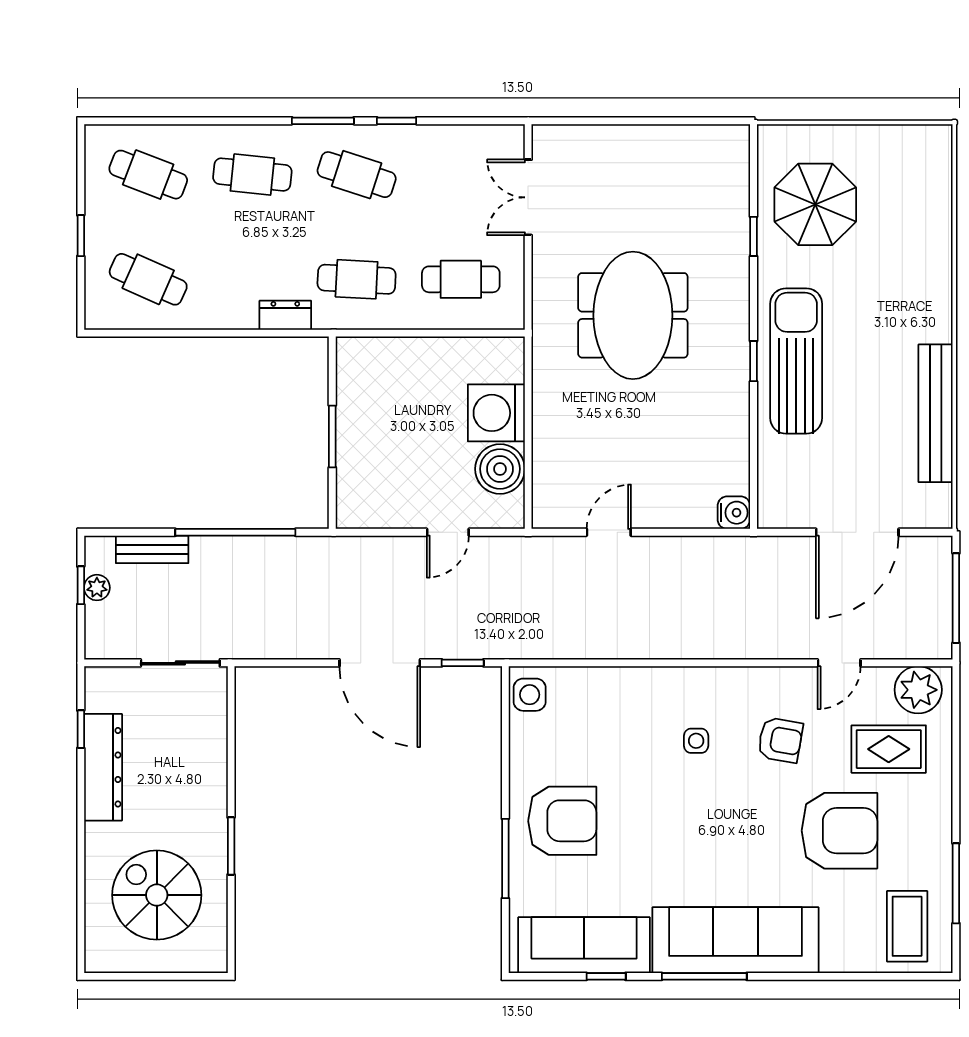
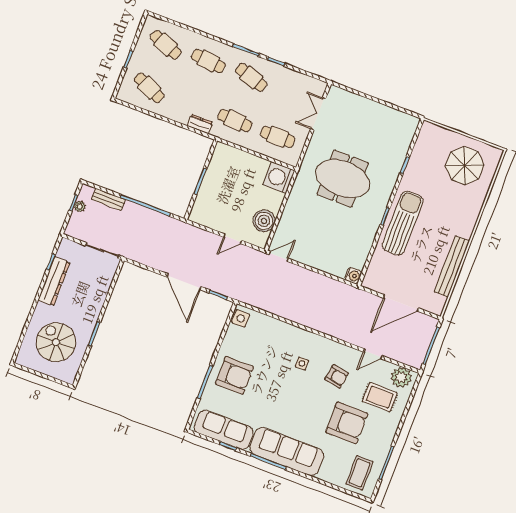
parasol: (815, 204) -> (465, 166), moved
meeting table: (633, 315) -> (343, 179), turned 90
washing machine: (496, 413) -> (279, 178), moved
door: (609, 532) -> (279, 256), moved

